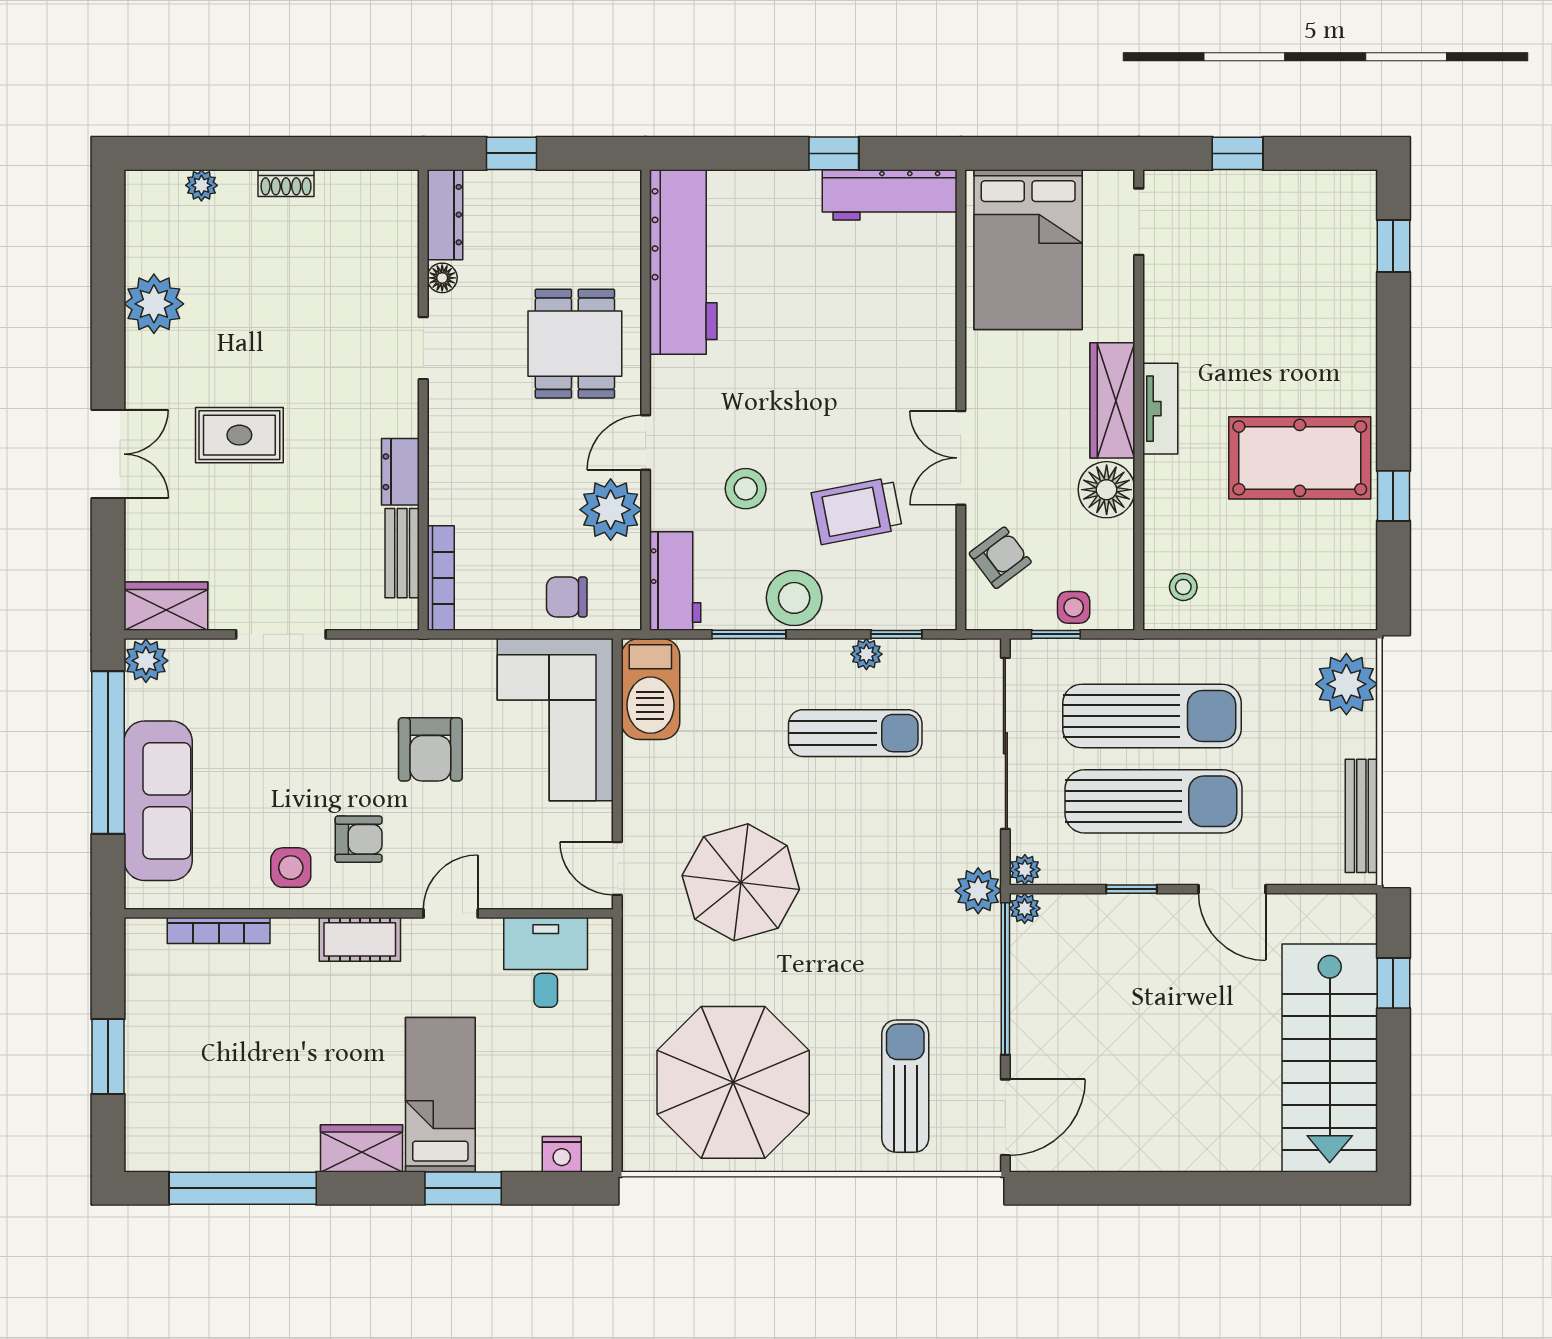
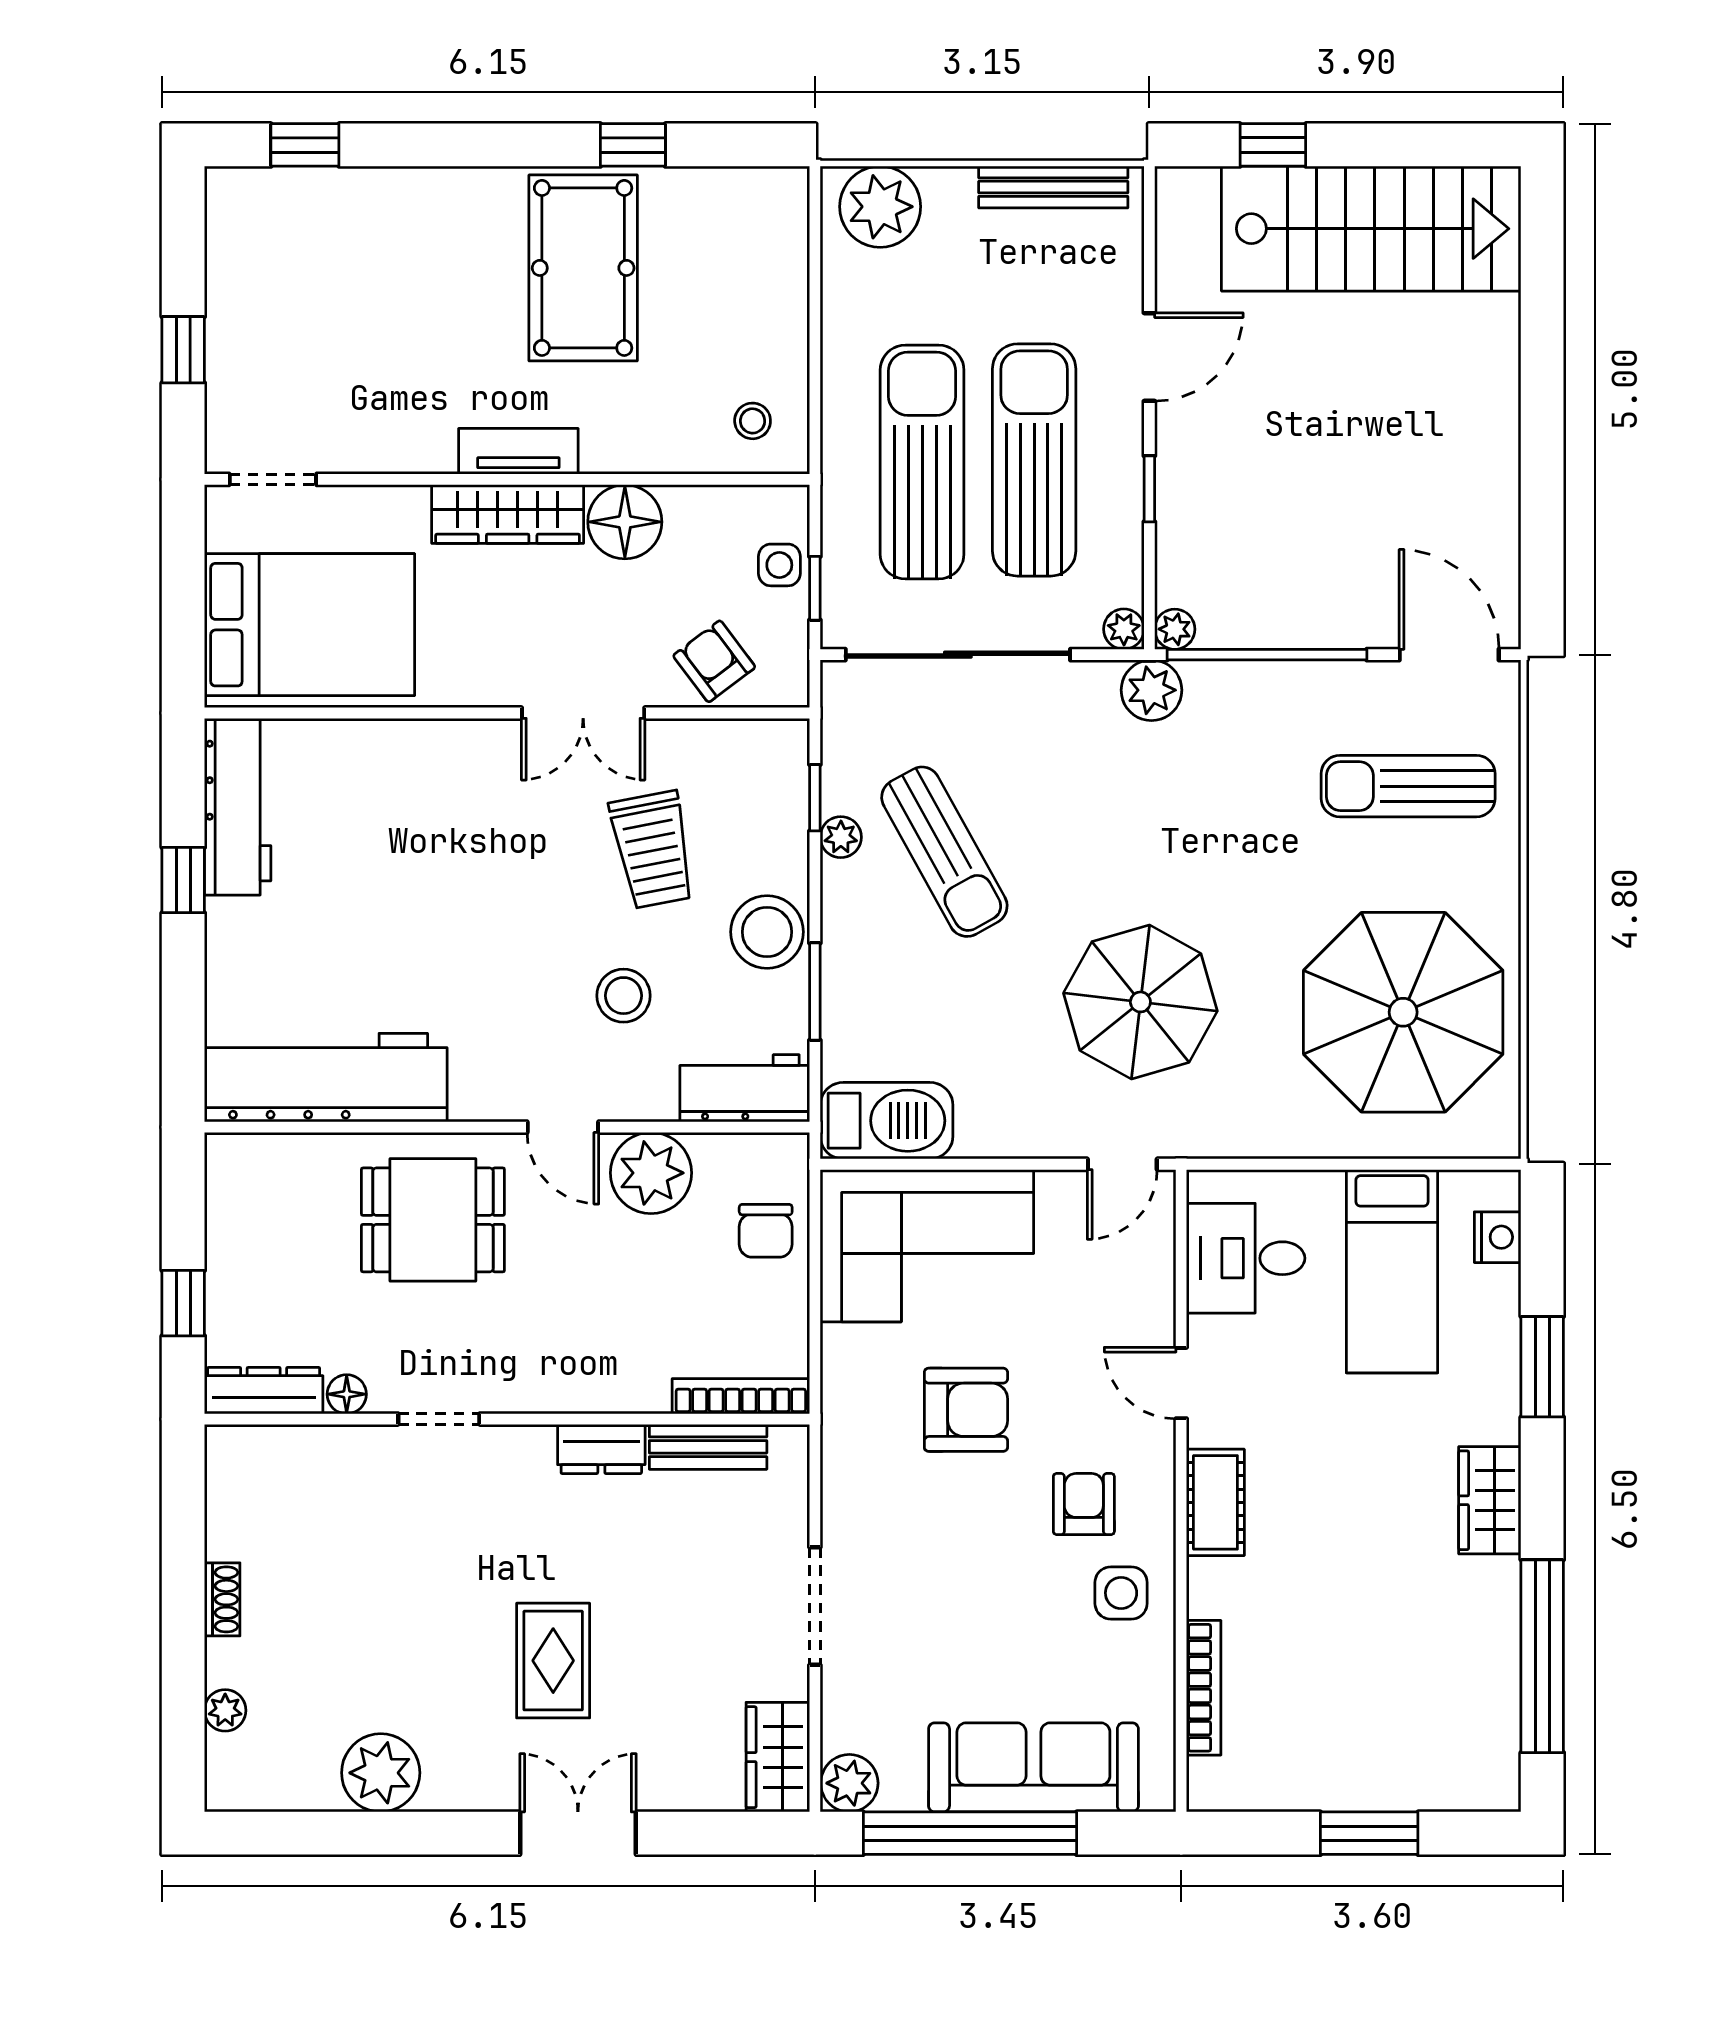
sun lounger: (855, 733) -> (944, 852), turned 151
bed: (440, 1095) -> (1392, 1271), moved, turned -90

